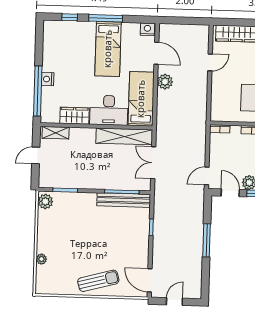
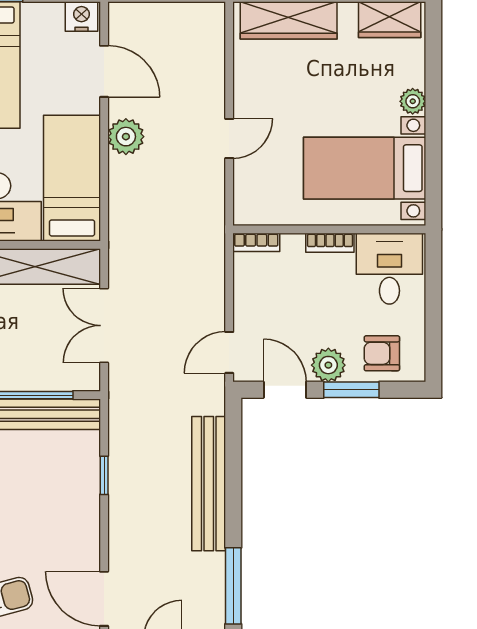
door: (210, 62) -> (229, 139), moved
bench: (196, 232) -> (209, 484), added
window: (207, 240) -> (233, 586), moved

